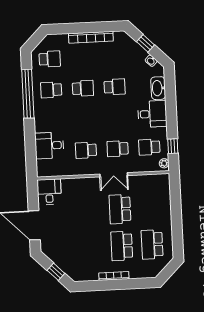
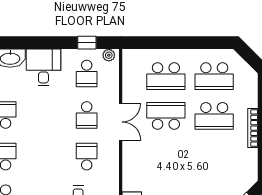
school desk: (86, 150) -> (87, 157), turned 180
school desk: (150, 208) -> (166, 76), added
school desk: (120, 209) -> (166, 116), turned 180

